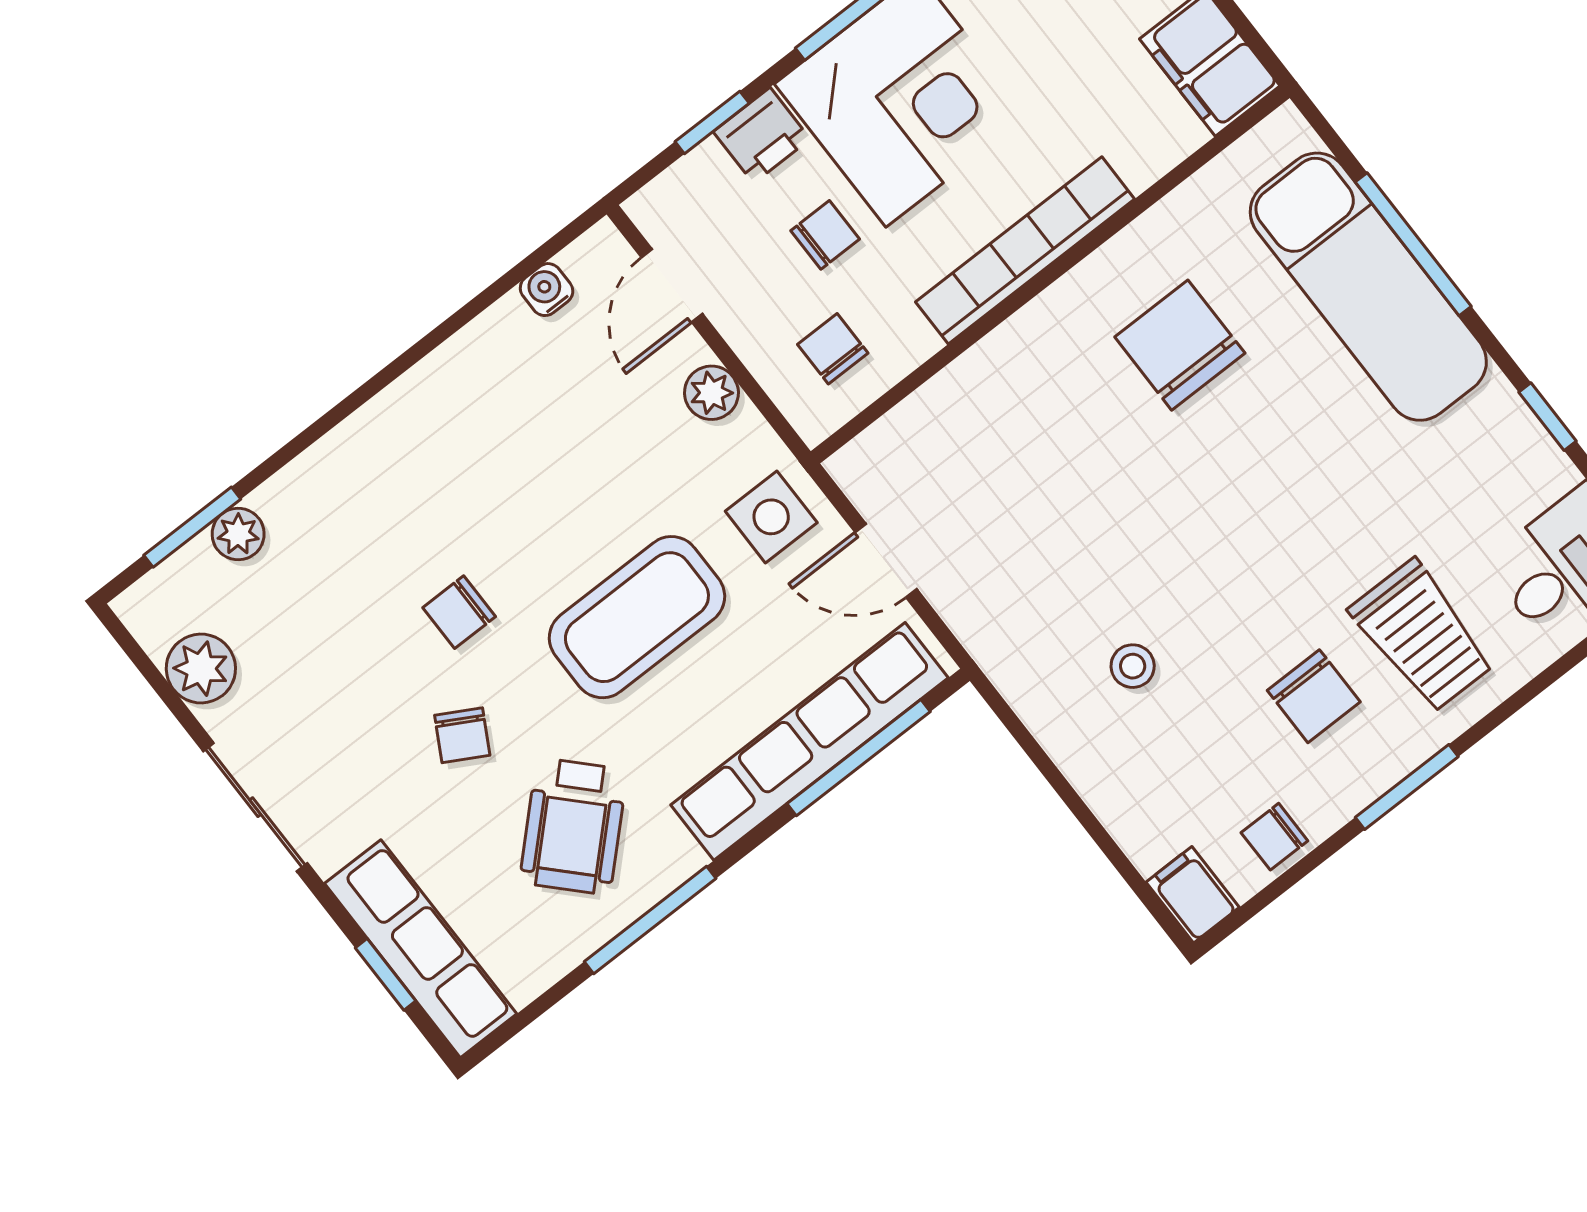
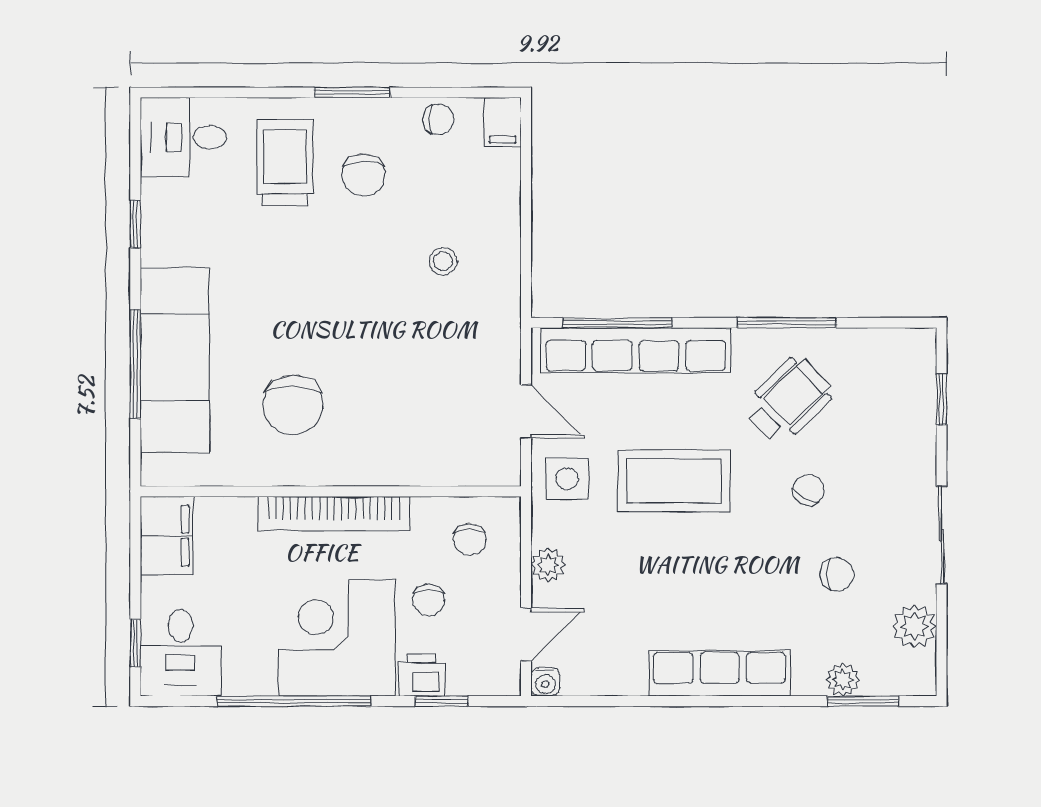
chair: (825, 235) -> (429, 600), turned -90
water cooler: (547, 290) -> (545, 682), moved
chair: (459, 612) -> (837, 574), moved
chair: (1314, 696) -> (363, 175), turned 180
row of seats: (421, 949) -> (720, 673), moved, turned 90

